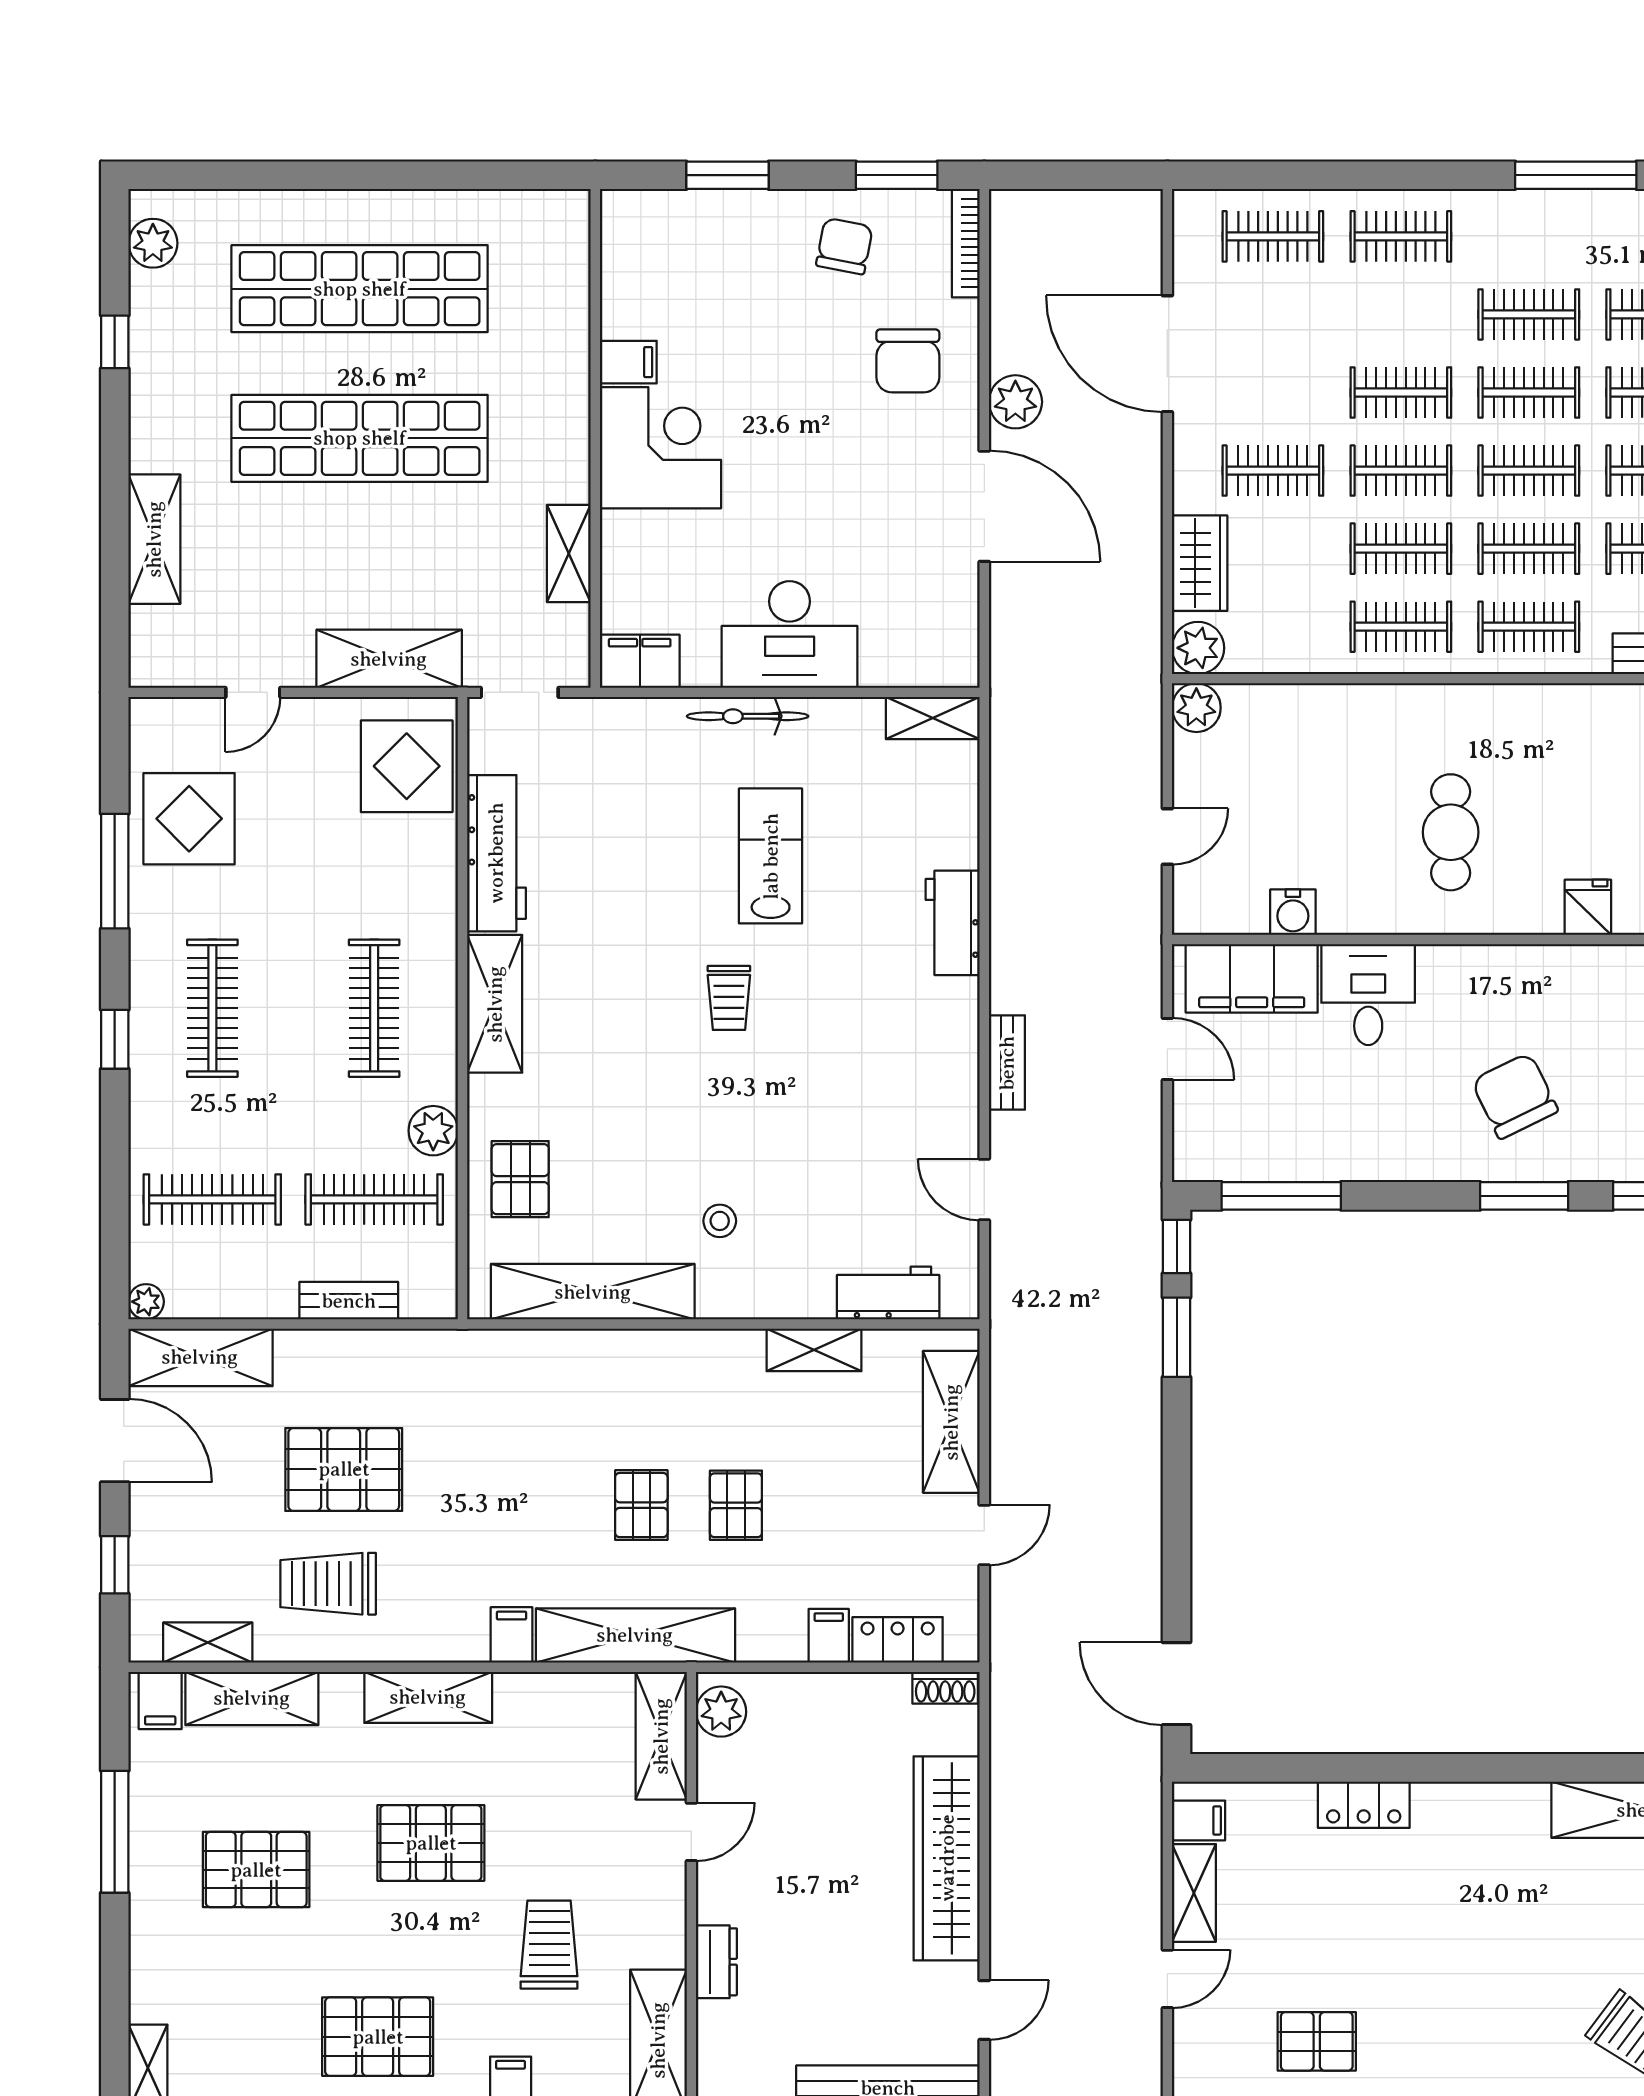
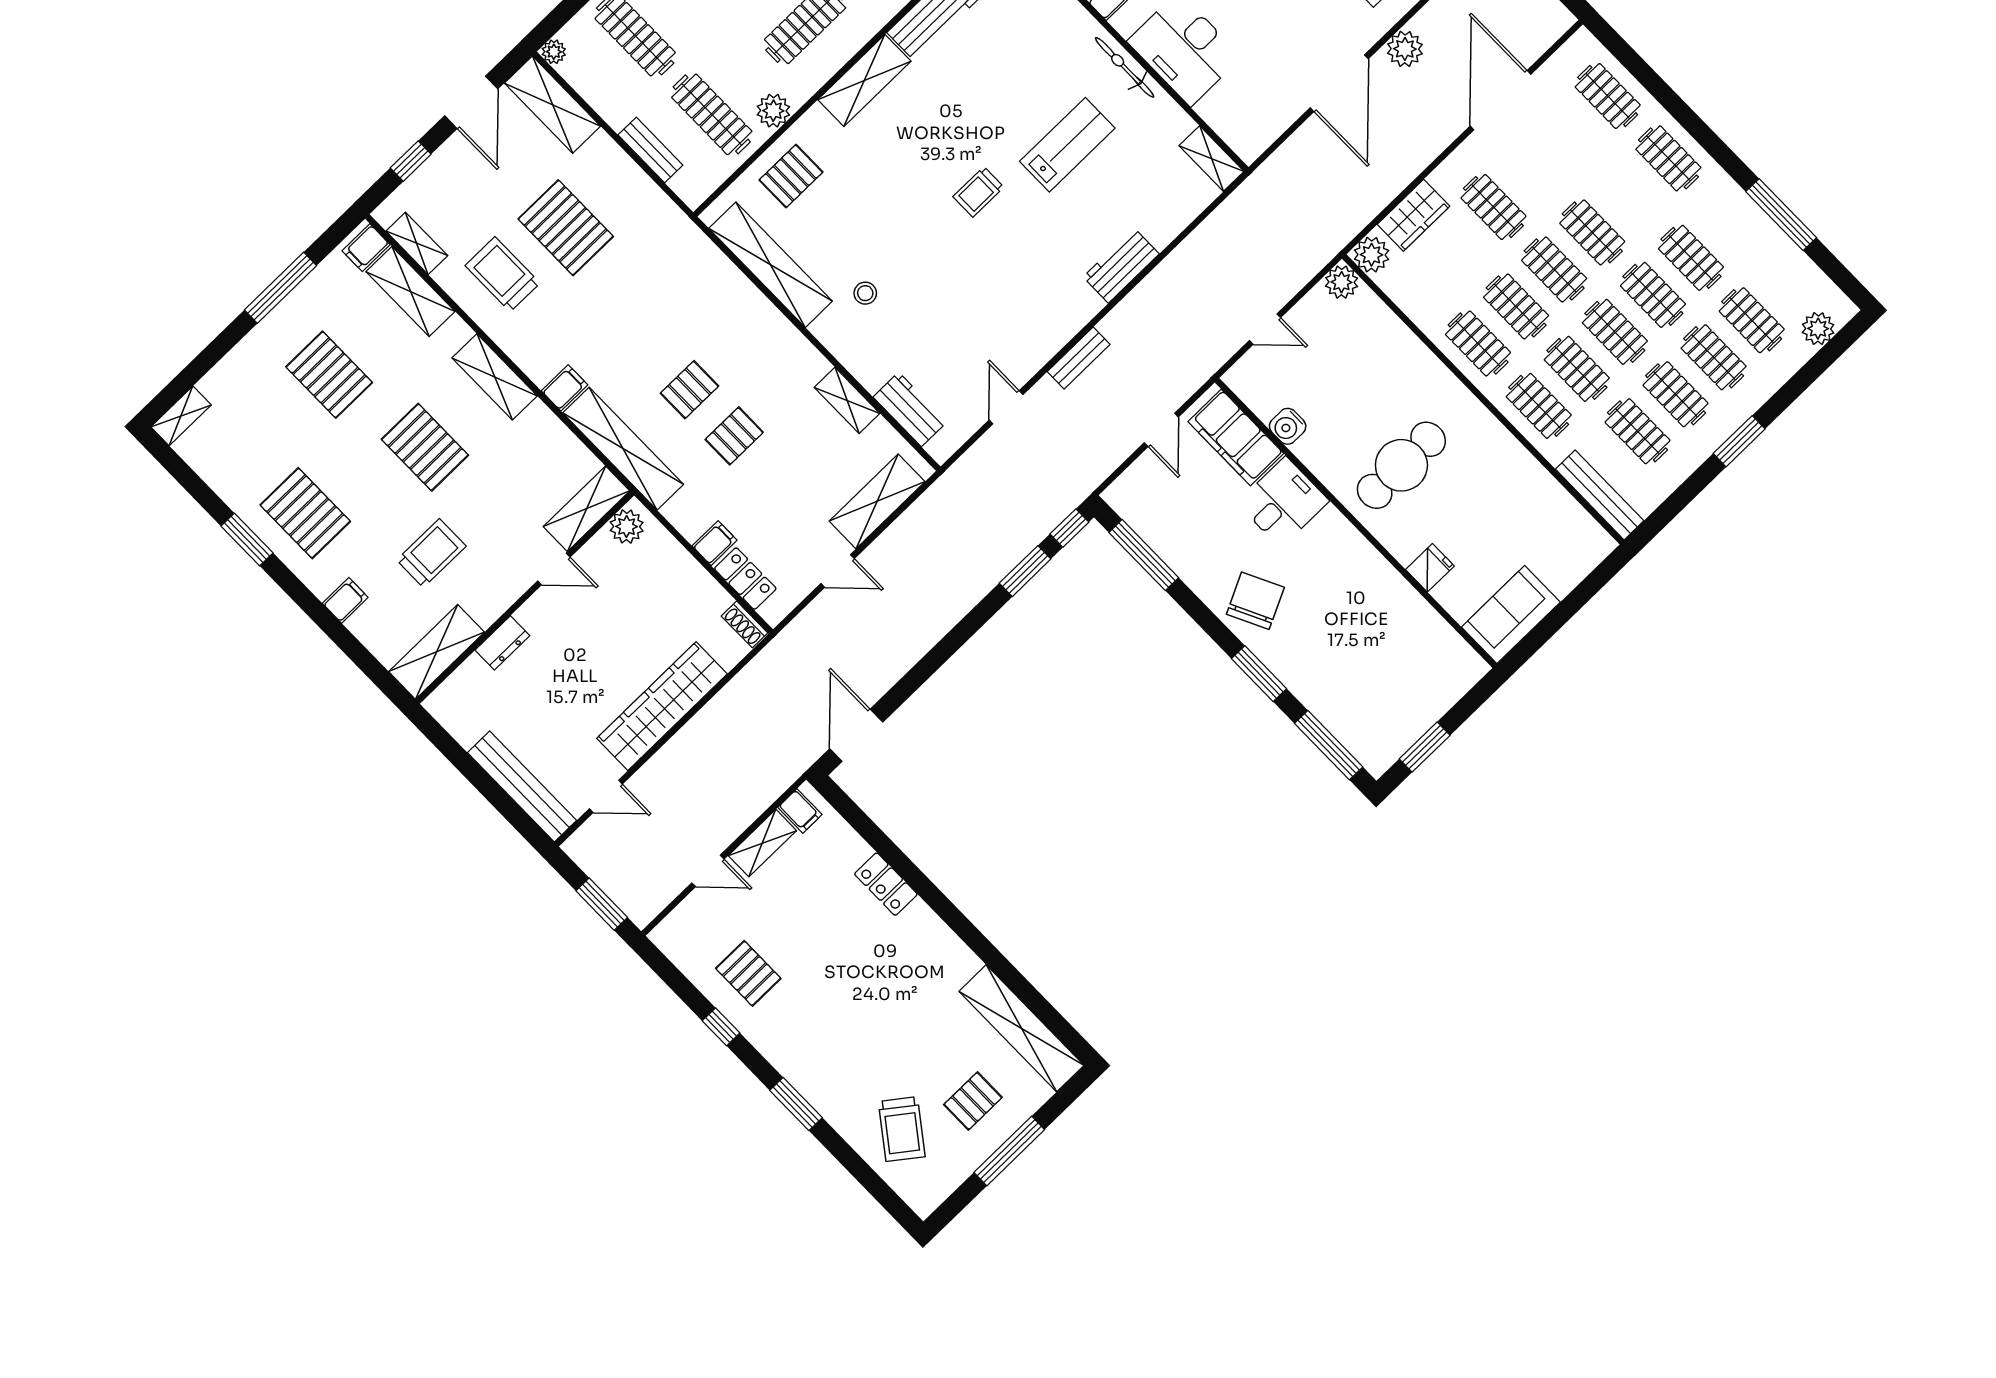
cafe table: (1451, 832) -> (1401, 465), width x1.37, depth x1.35
chair: (1515, 1096) -> (1255, 601), moved

